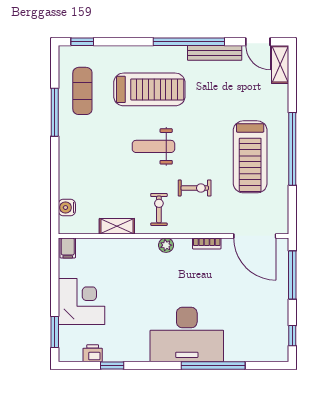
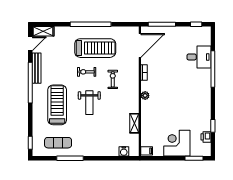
exercise bike: (159, 209) -> (87, 72), moved
desk: (187, 335) -> (199, 57), moved, width x0.53, depth x0.77

